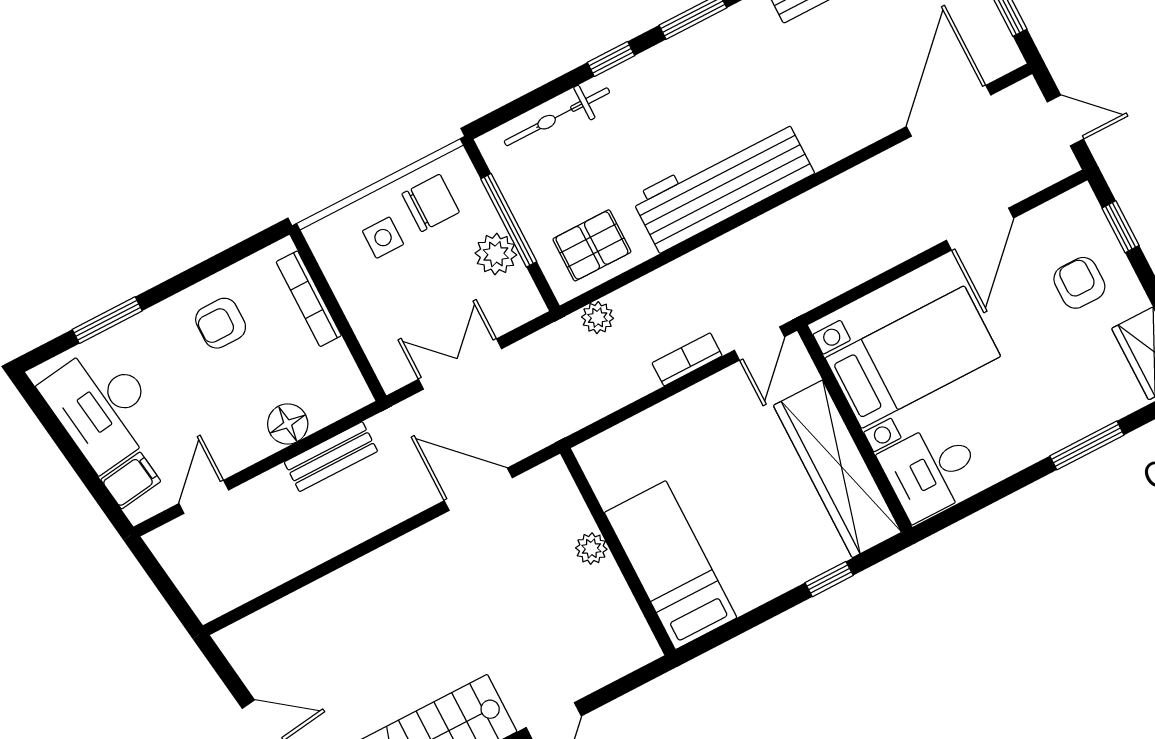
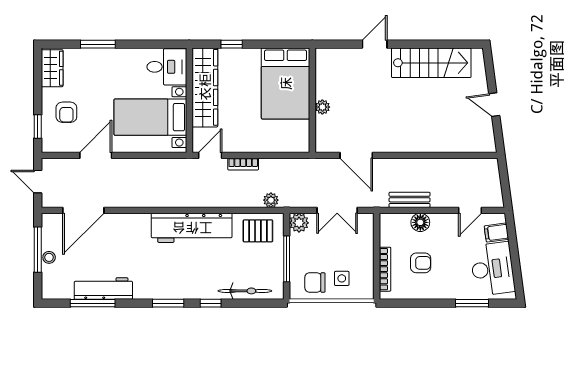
plant: (496, 254) -> (299, 223), moved
armchair: (221, 323) -> (421, 263), moved
bed: (671, 565) -> (286, 83), width x1.50

